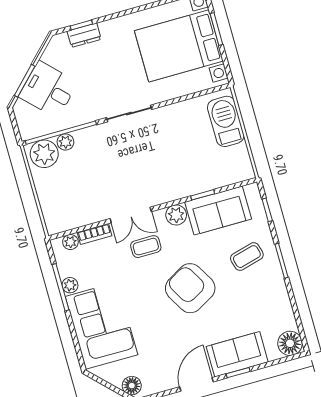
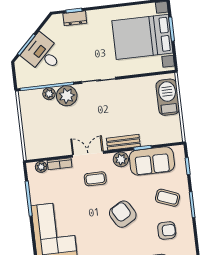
plant: (44, 154) -> (67, 96), moved
bench: (176, 192) -> (123, 142), added
double door: (131, 215) -> (88, 154), swing flipped
coffee table: (247, 257) -> (168, 198), turned 36
plant: (70, 285) -> (36, 198), removed
armchair: (190, 288) -> (123, 214), width x0.73, depth x0.73
armchair: (253, 301) -> (167, 230), added

